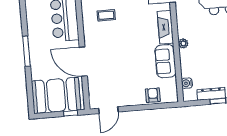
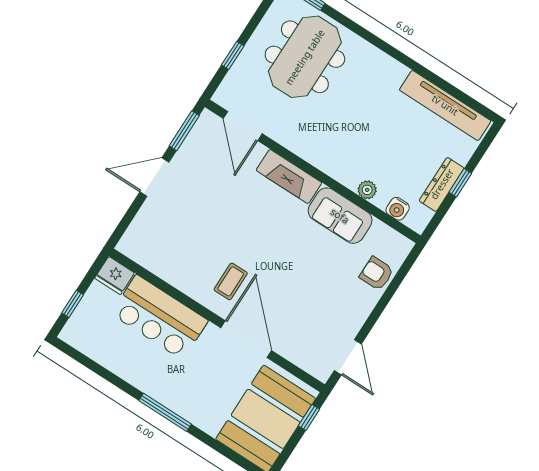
coffee table: (106, 15) -> (231, 281), moved
plant: (183, 43) -> (367, 190), moved
door: (83, 62) -> (246, 339), swing flipped

